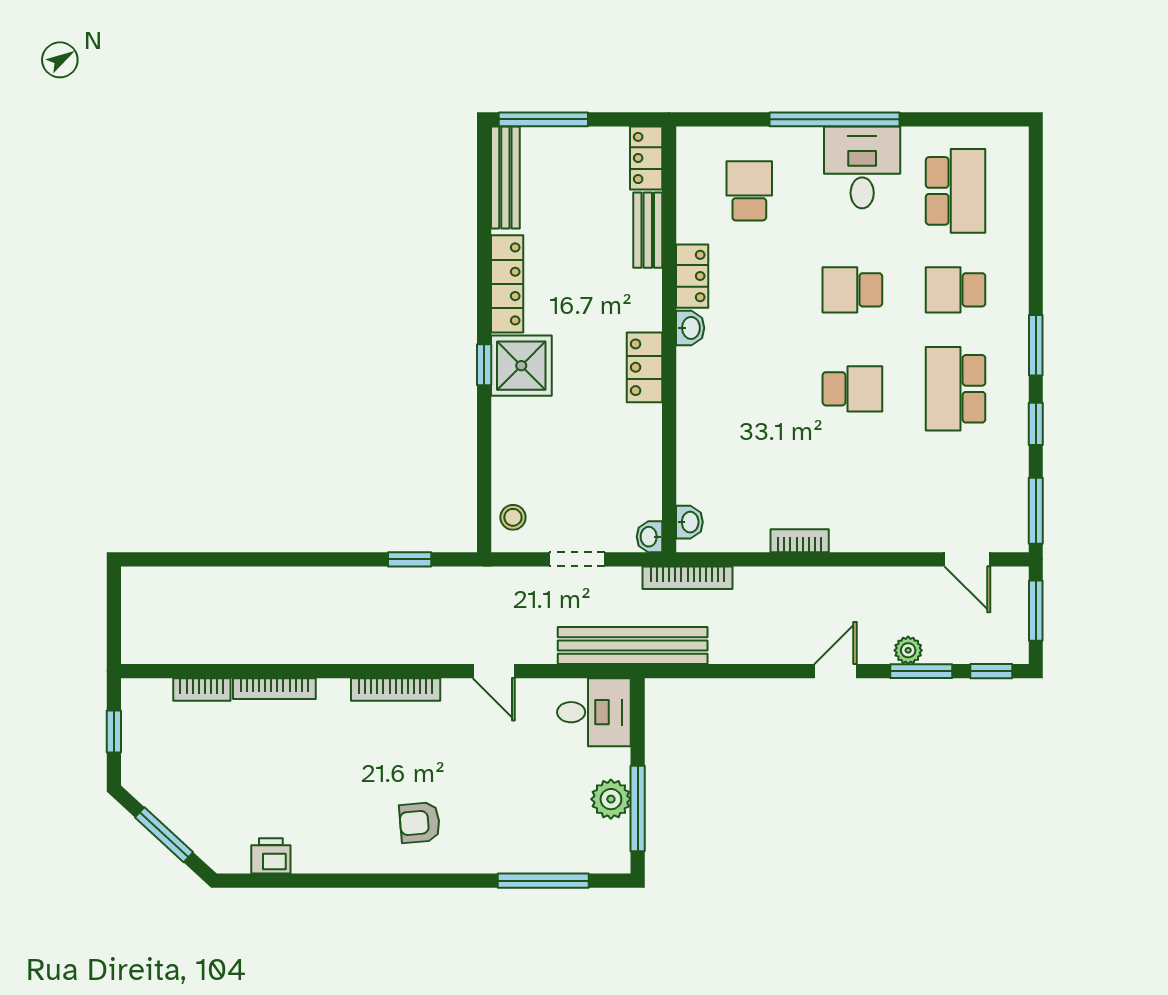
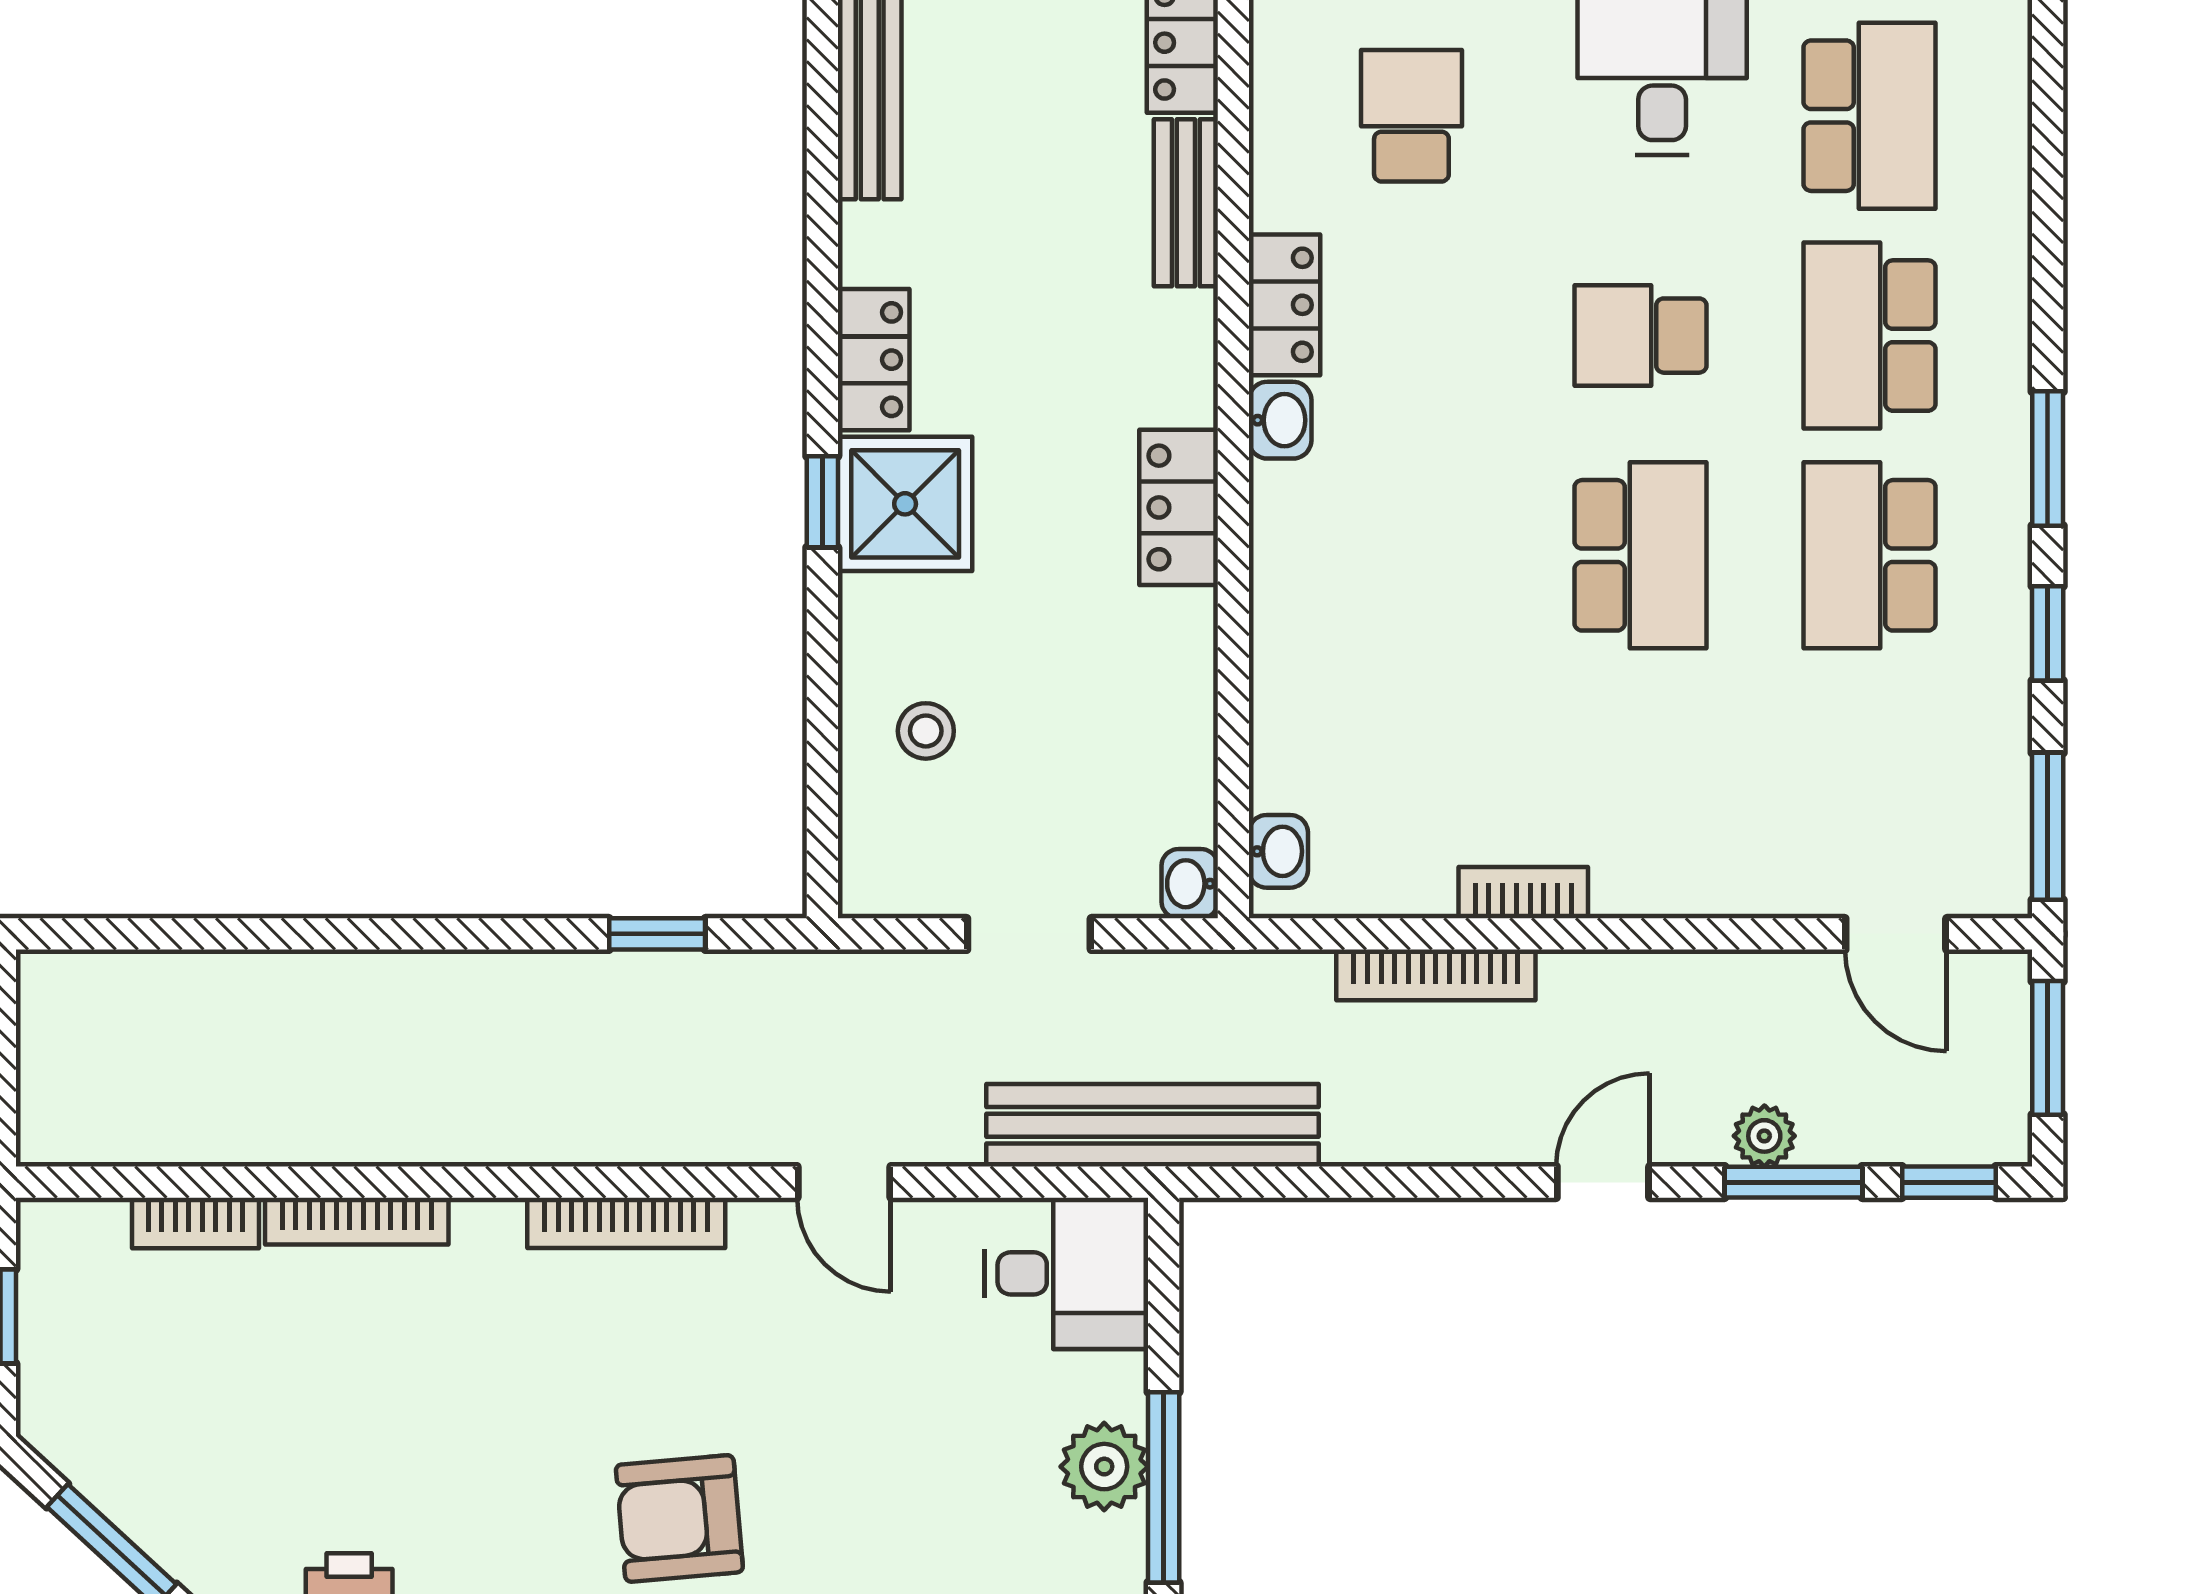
locker: (507, 284) -> (874, 360), width x0.66
school desk: (956, 290) -> (1870, 336), width x1.85
school desk: (852, 389) -> (1640, 555), width x1.85
stool: (513, 517) -> (926, 731), moved
bookcase: (688, 578) -> (1436, 975), moved
armchair: (420, 823) -> (679, 1518), width x1.38, depth x1.38

